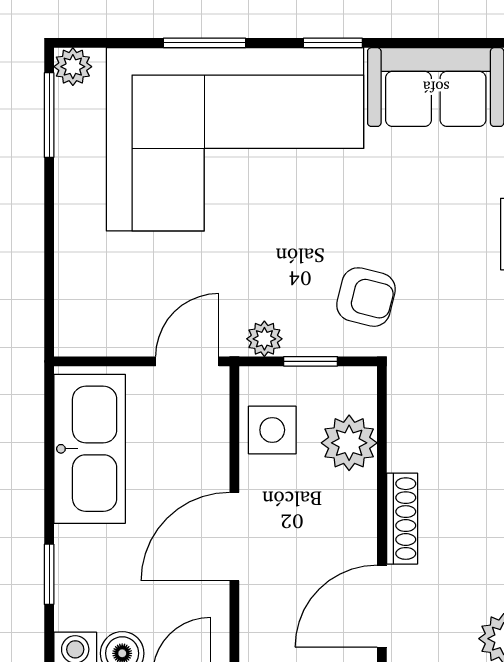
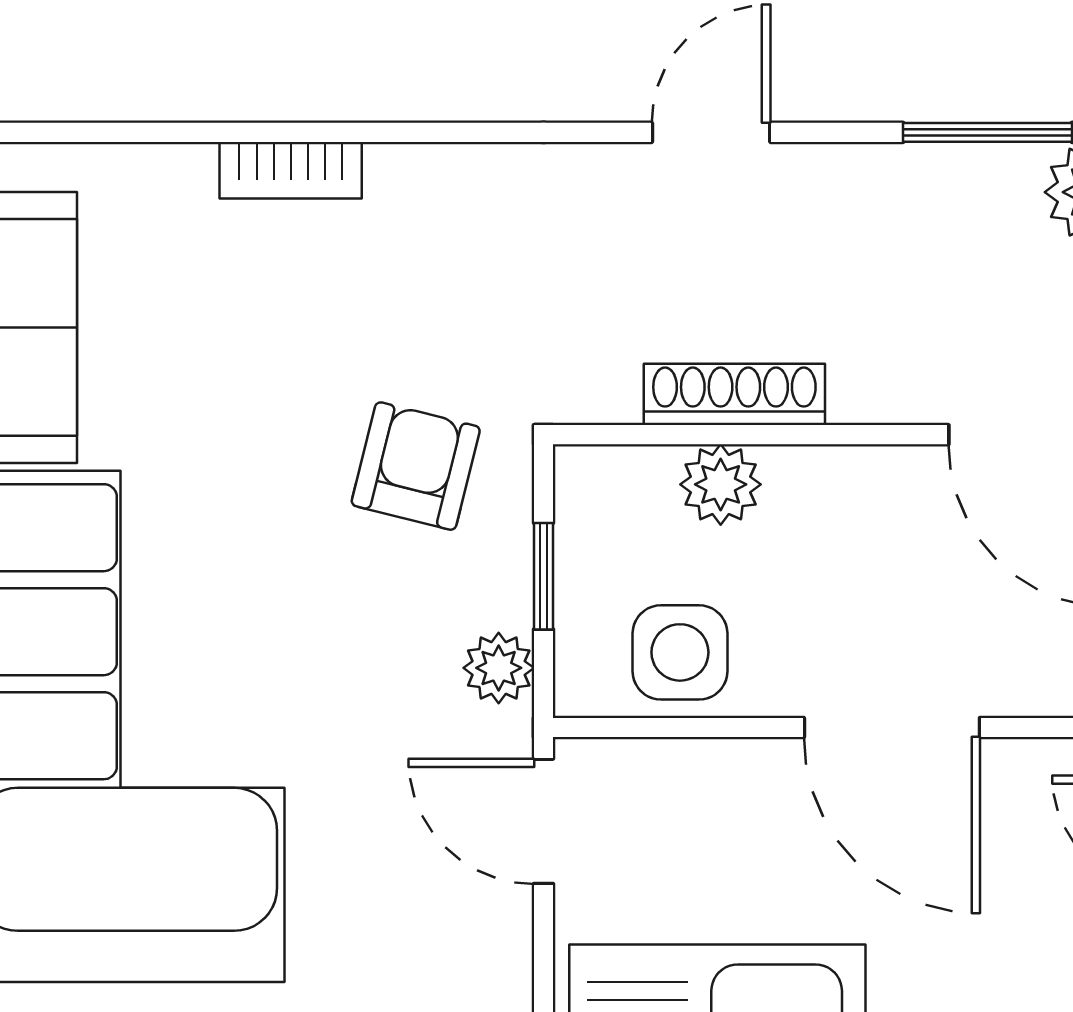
plant: (349, 443) -> (721, 484), width x0.73, depth x0.73
shoe rack: (402, 519) -> (734, 394), moved

